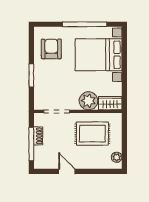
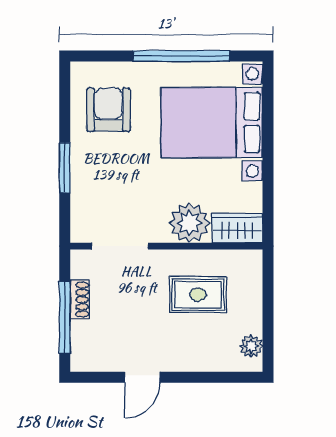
rug: (92, 134) -> (198, 295), width x0.73, depth x0.70
door: (67, 171) -> (142, 377), swing flipped

